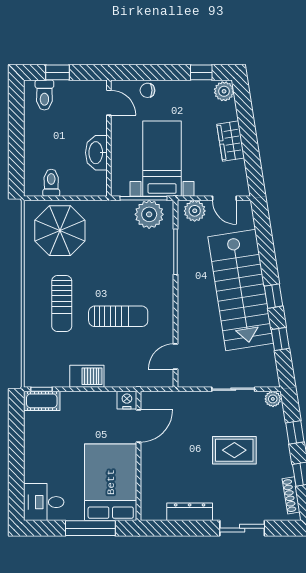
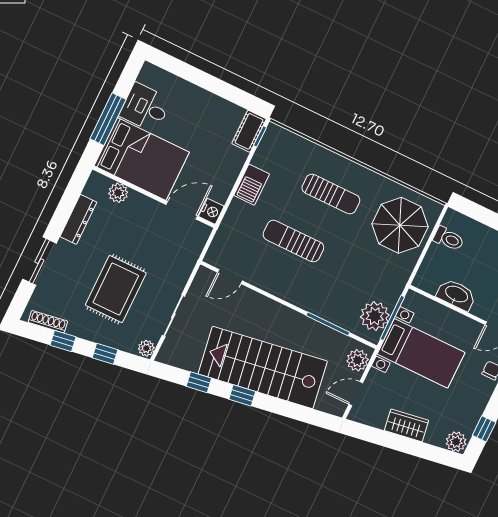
sun lounger: (62, 304) -> (331, 194), turned 180
sun lounger: (118, 316) -> (293, 241), turned 90
door: (176, 356) -> (230, 277), swing flipped
door: (139, 426) -> (182, 210), swing flipped
rug: (234, 450) -> (116, 289), width x1.36, depth x1.43
plant: (150, 488) -> (118, 193), added
desk: (44, 502) -> (145, 108), moved, turned -90

